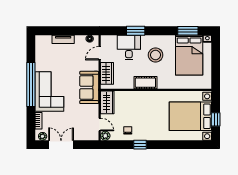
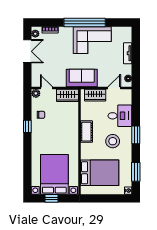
window: (136, 31) -> (136, 135), moved
door: (100, 53) -> (114, 88), hinge flipped
bed: (189, 55) -> (100, 173), moved, turned 180
corner sofa: (49, 92) -> (92, 40), moved
door: (100, 125) -> (46, 88), swing flipped

